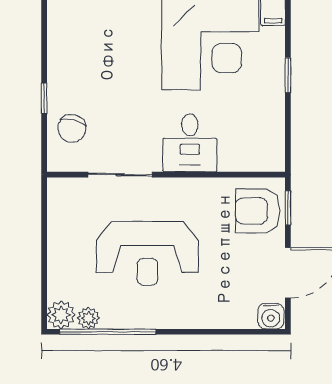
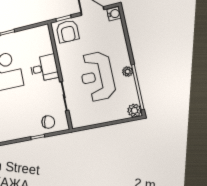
reception desk: (147, 253) -> (97, 76), turned 180
plant: (88, 318) -> (128, 72), moved

